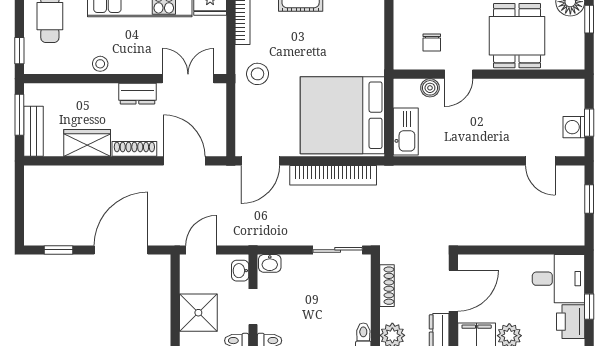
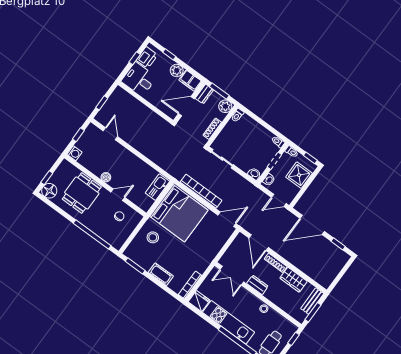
stool: (258, 74) -> (153, 237), moved
boiler: (430, 88) -> (106, 177), moved
washing machine: (574, 127) -> (74, 153), moved

